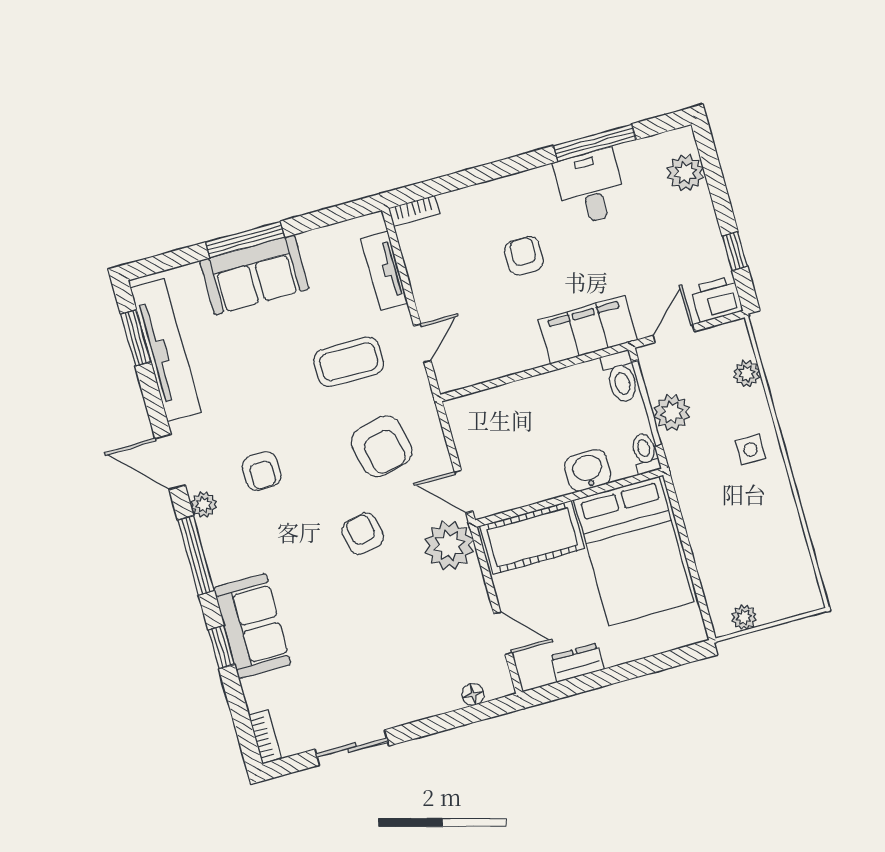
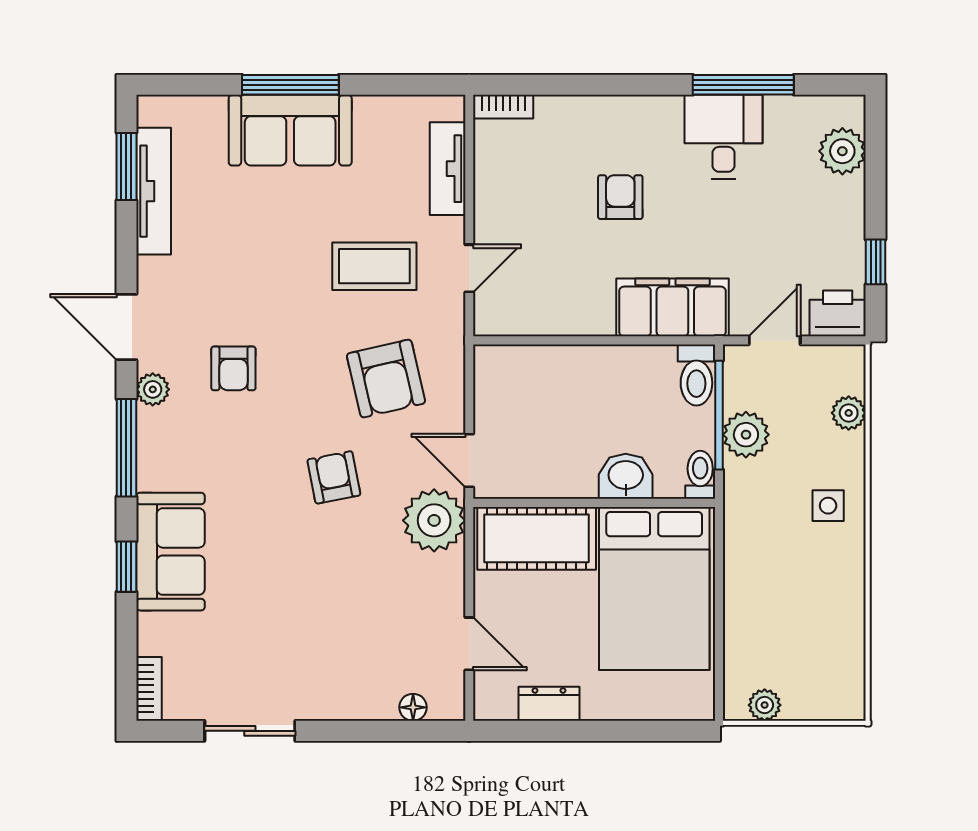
tv unit: (166, 350) -> (154, 191), width x0.73, depth x0.78

